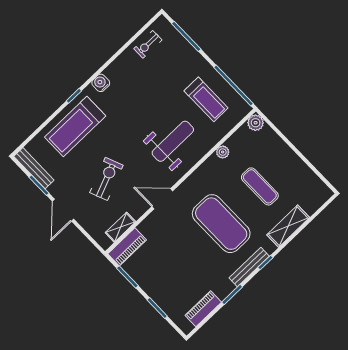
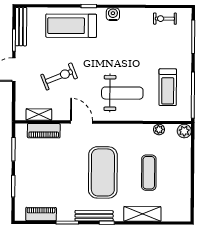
plant: (223, 152) -> (159, 129), moved
piano: (127, 247) -> (44, 131), moved

